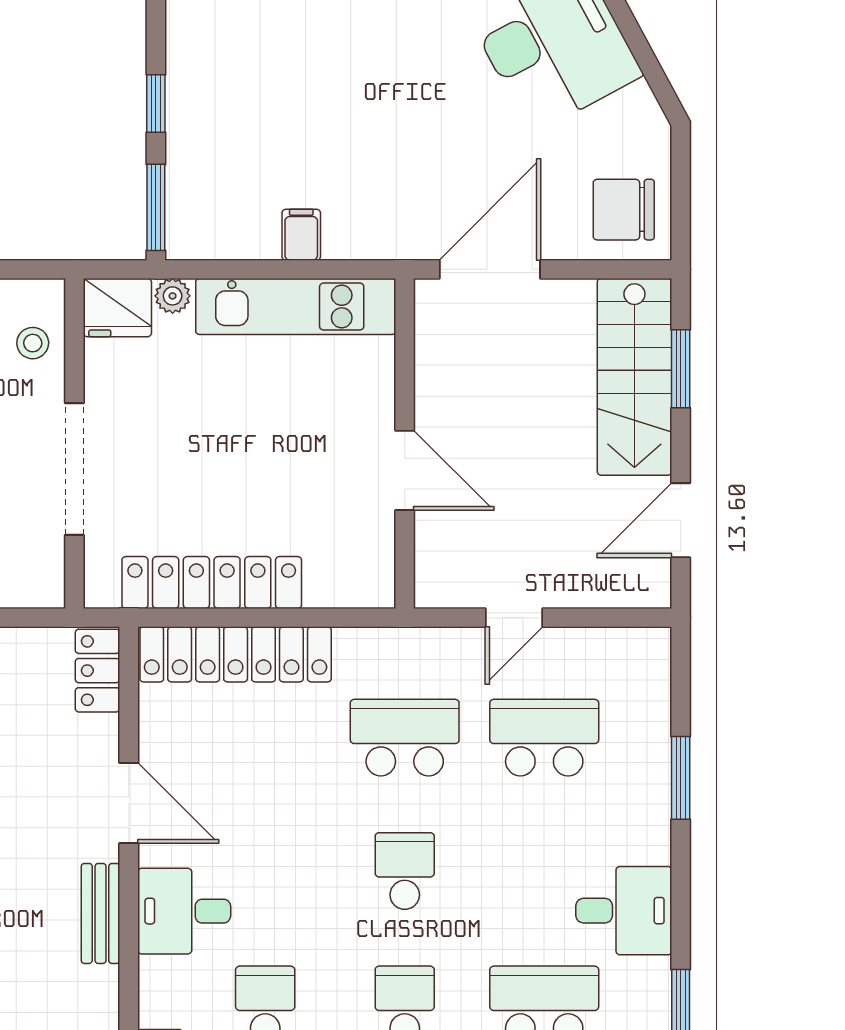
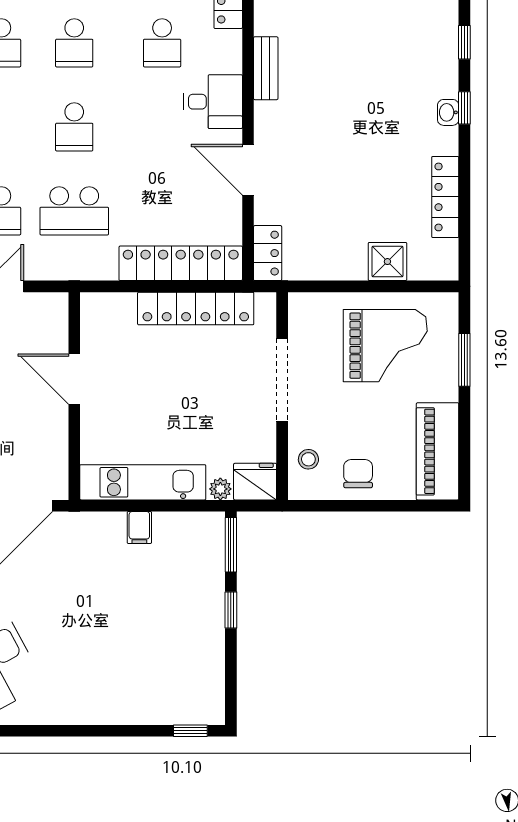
bench: (101, 913) -> (266, 68), moved

